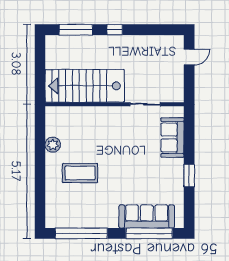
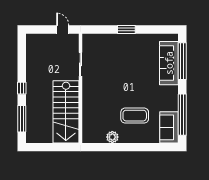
door: (189, 57) -> (63, 30), moved
sofa: (172, 137) -> (169, 127), moved, turned 90
coffee table: (80, 173) -> (135, 116), turned 90
window: (189, 176) -> (126, 30), moved

